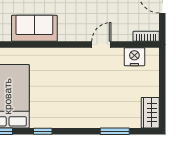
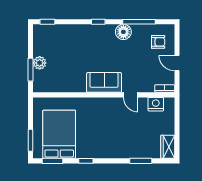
sofa: (34, 28) -> (104, 82), moved
door: (101, 45) -> (131, 95), swing flipped

